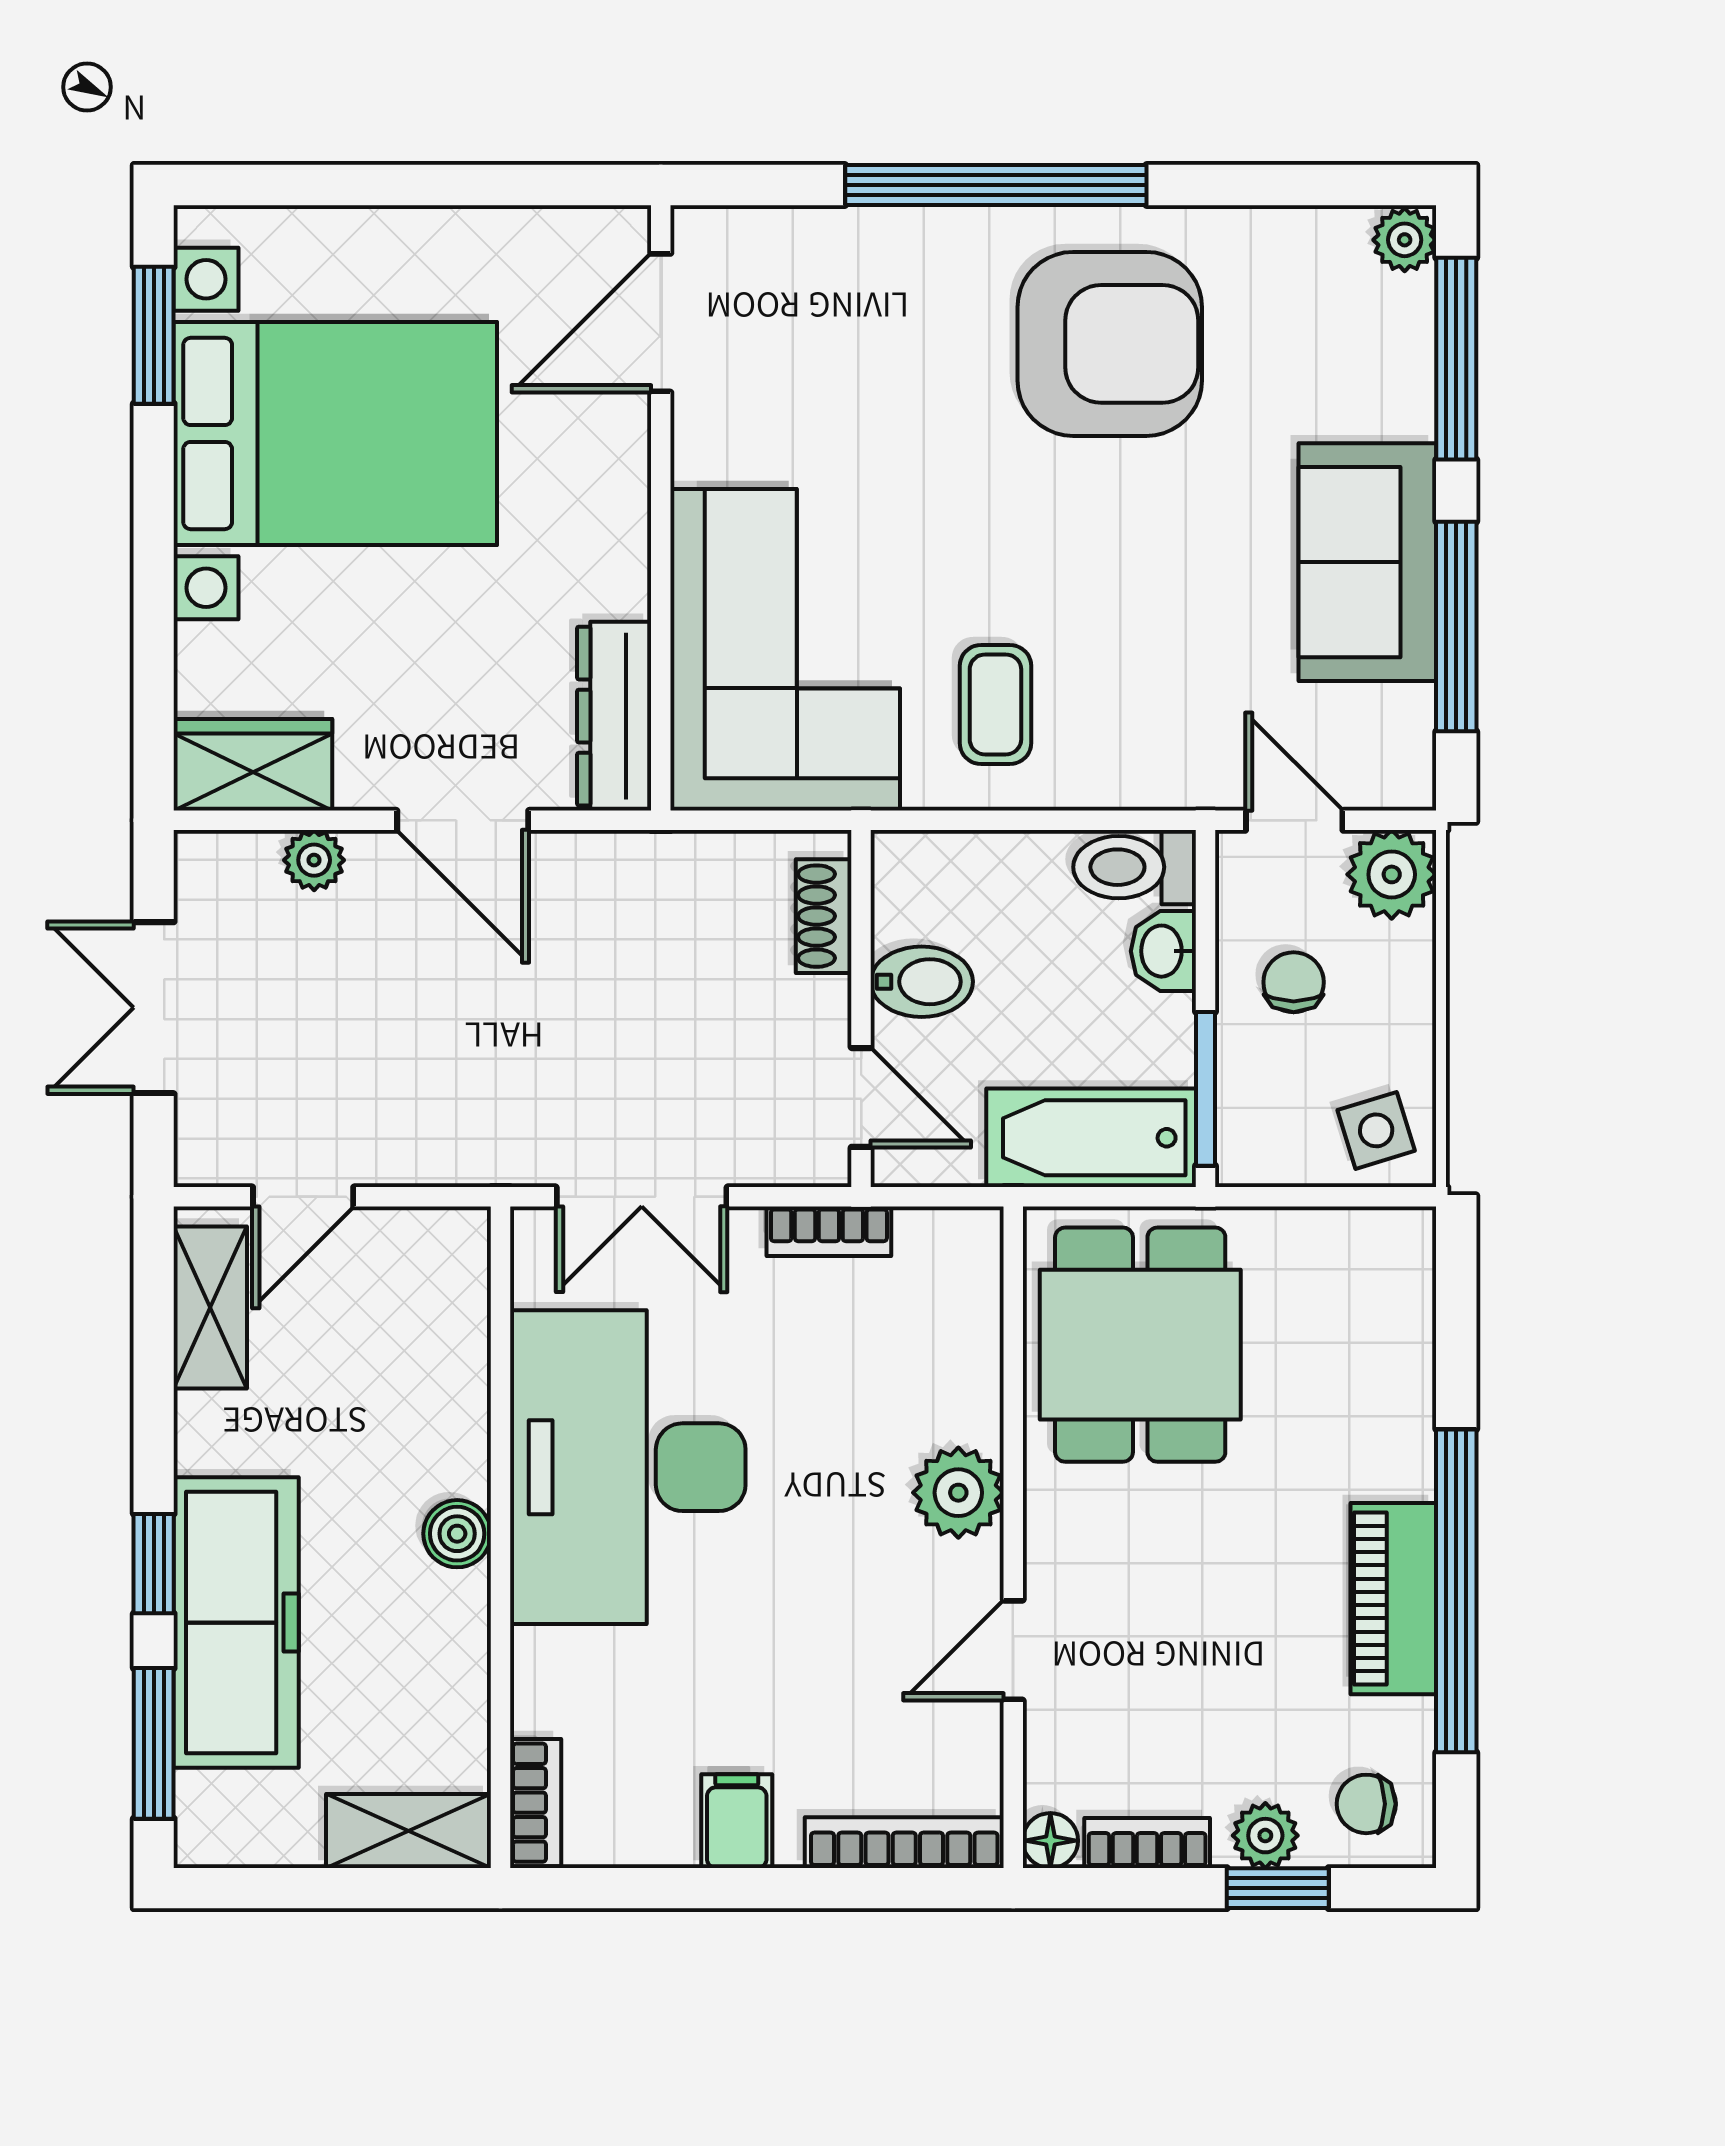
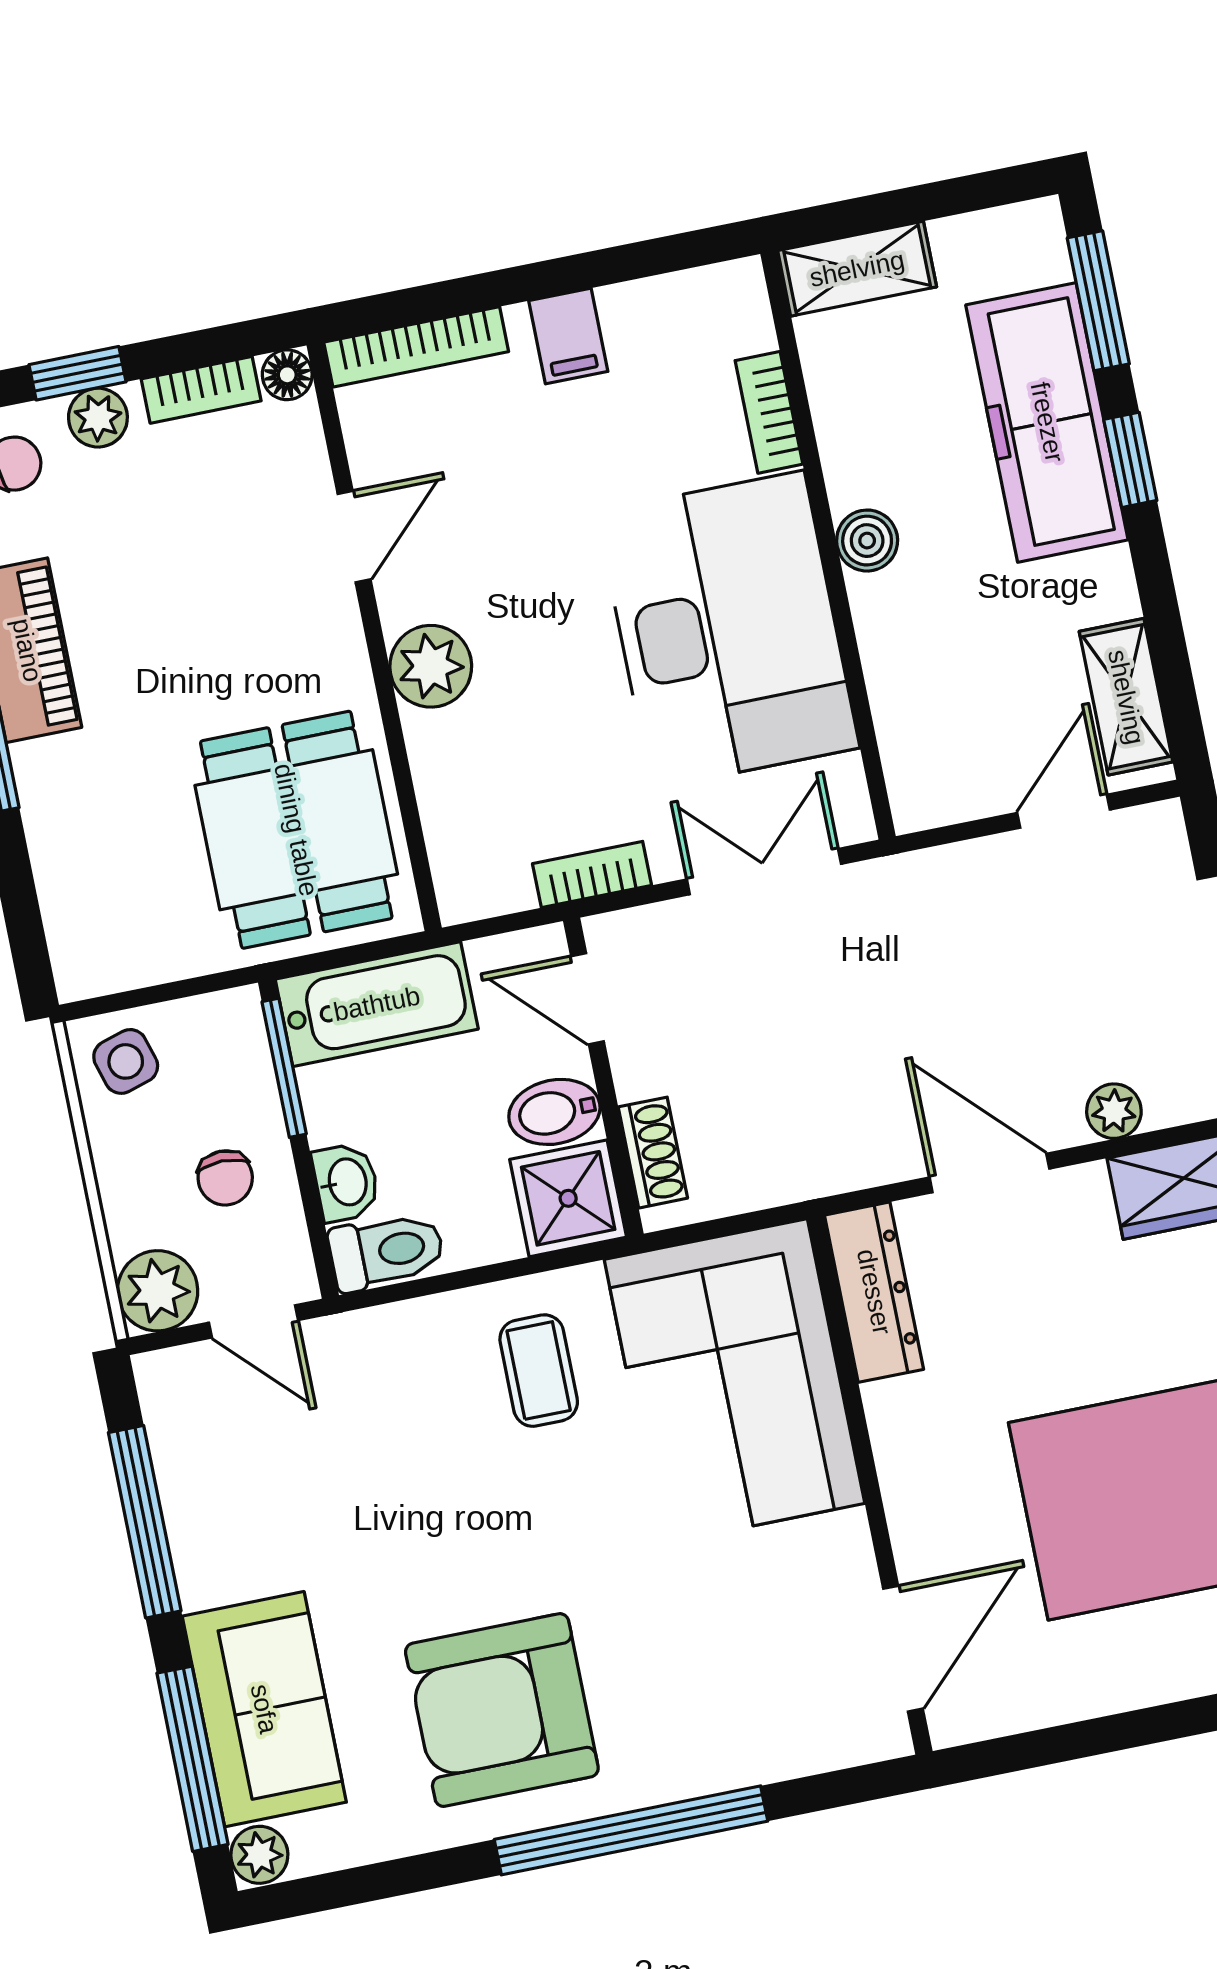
sofa: (1367, 562) -> (264, 1709), moved
shower: (926, 885) -> (568, 1198), added
bookcase: (536, 1803) -> (769, 412), moved

